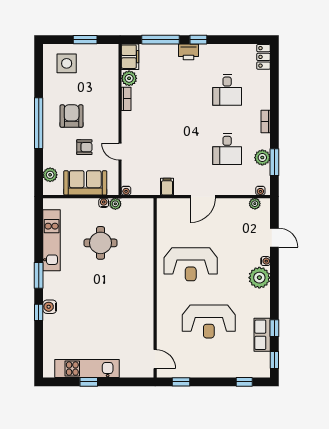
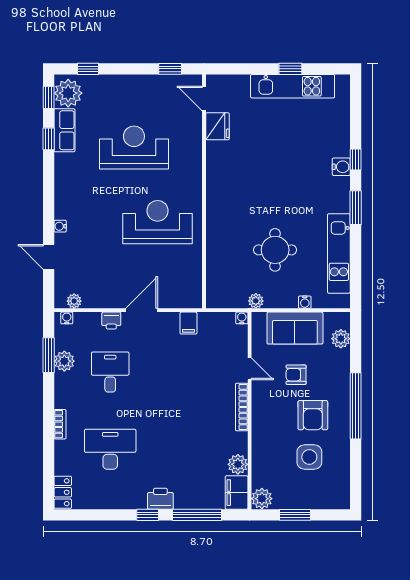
plant: (111, 52) -> (262, 499), added
side table: (67, 63) -> (309, 457), moved
desk: (227, 90) -> (110, 449), width x1.37
bookcase: (126, 99) -> (242, 407), moved, width x1.56
bookcase: (266, 122) -> (60, 424), moved
printer: (226, 189) -> (111, 321), added
water cooler: (104, 203) -> (305, 302), moved
plant: (259, 278) -> (68, 93), moved
fridge: (145, 338) -> (217, 126), added

